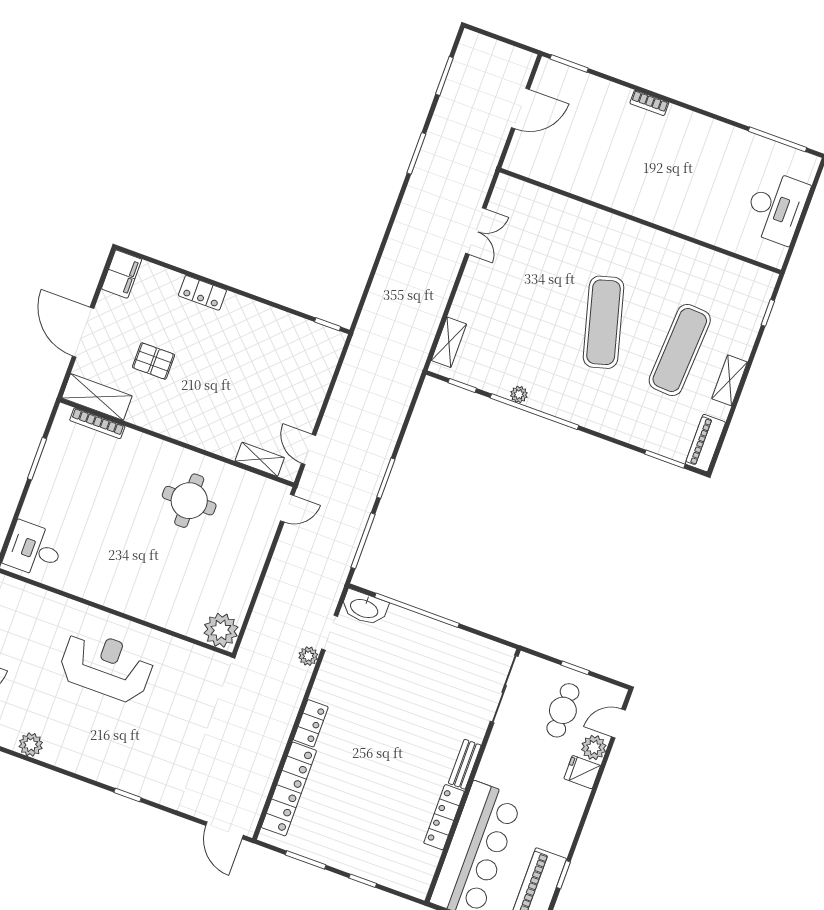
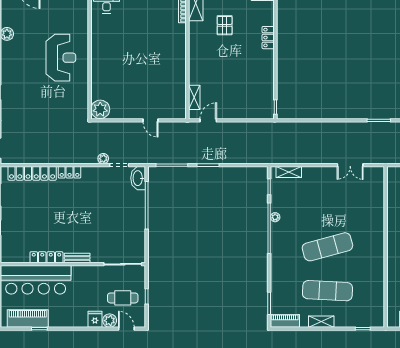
round table: (189, 501) -> (160, 69), removed
door: (287, 508) -> (150, 120), moved

